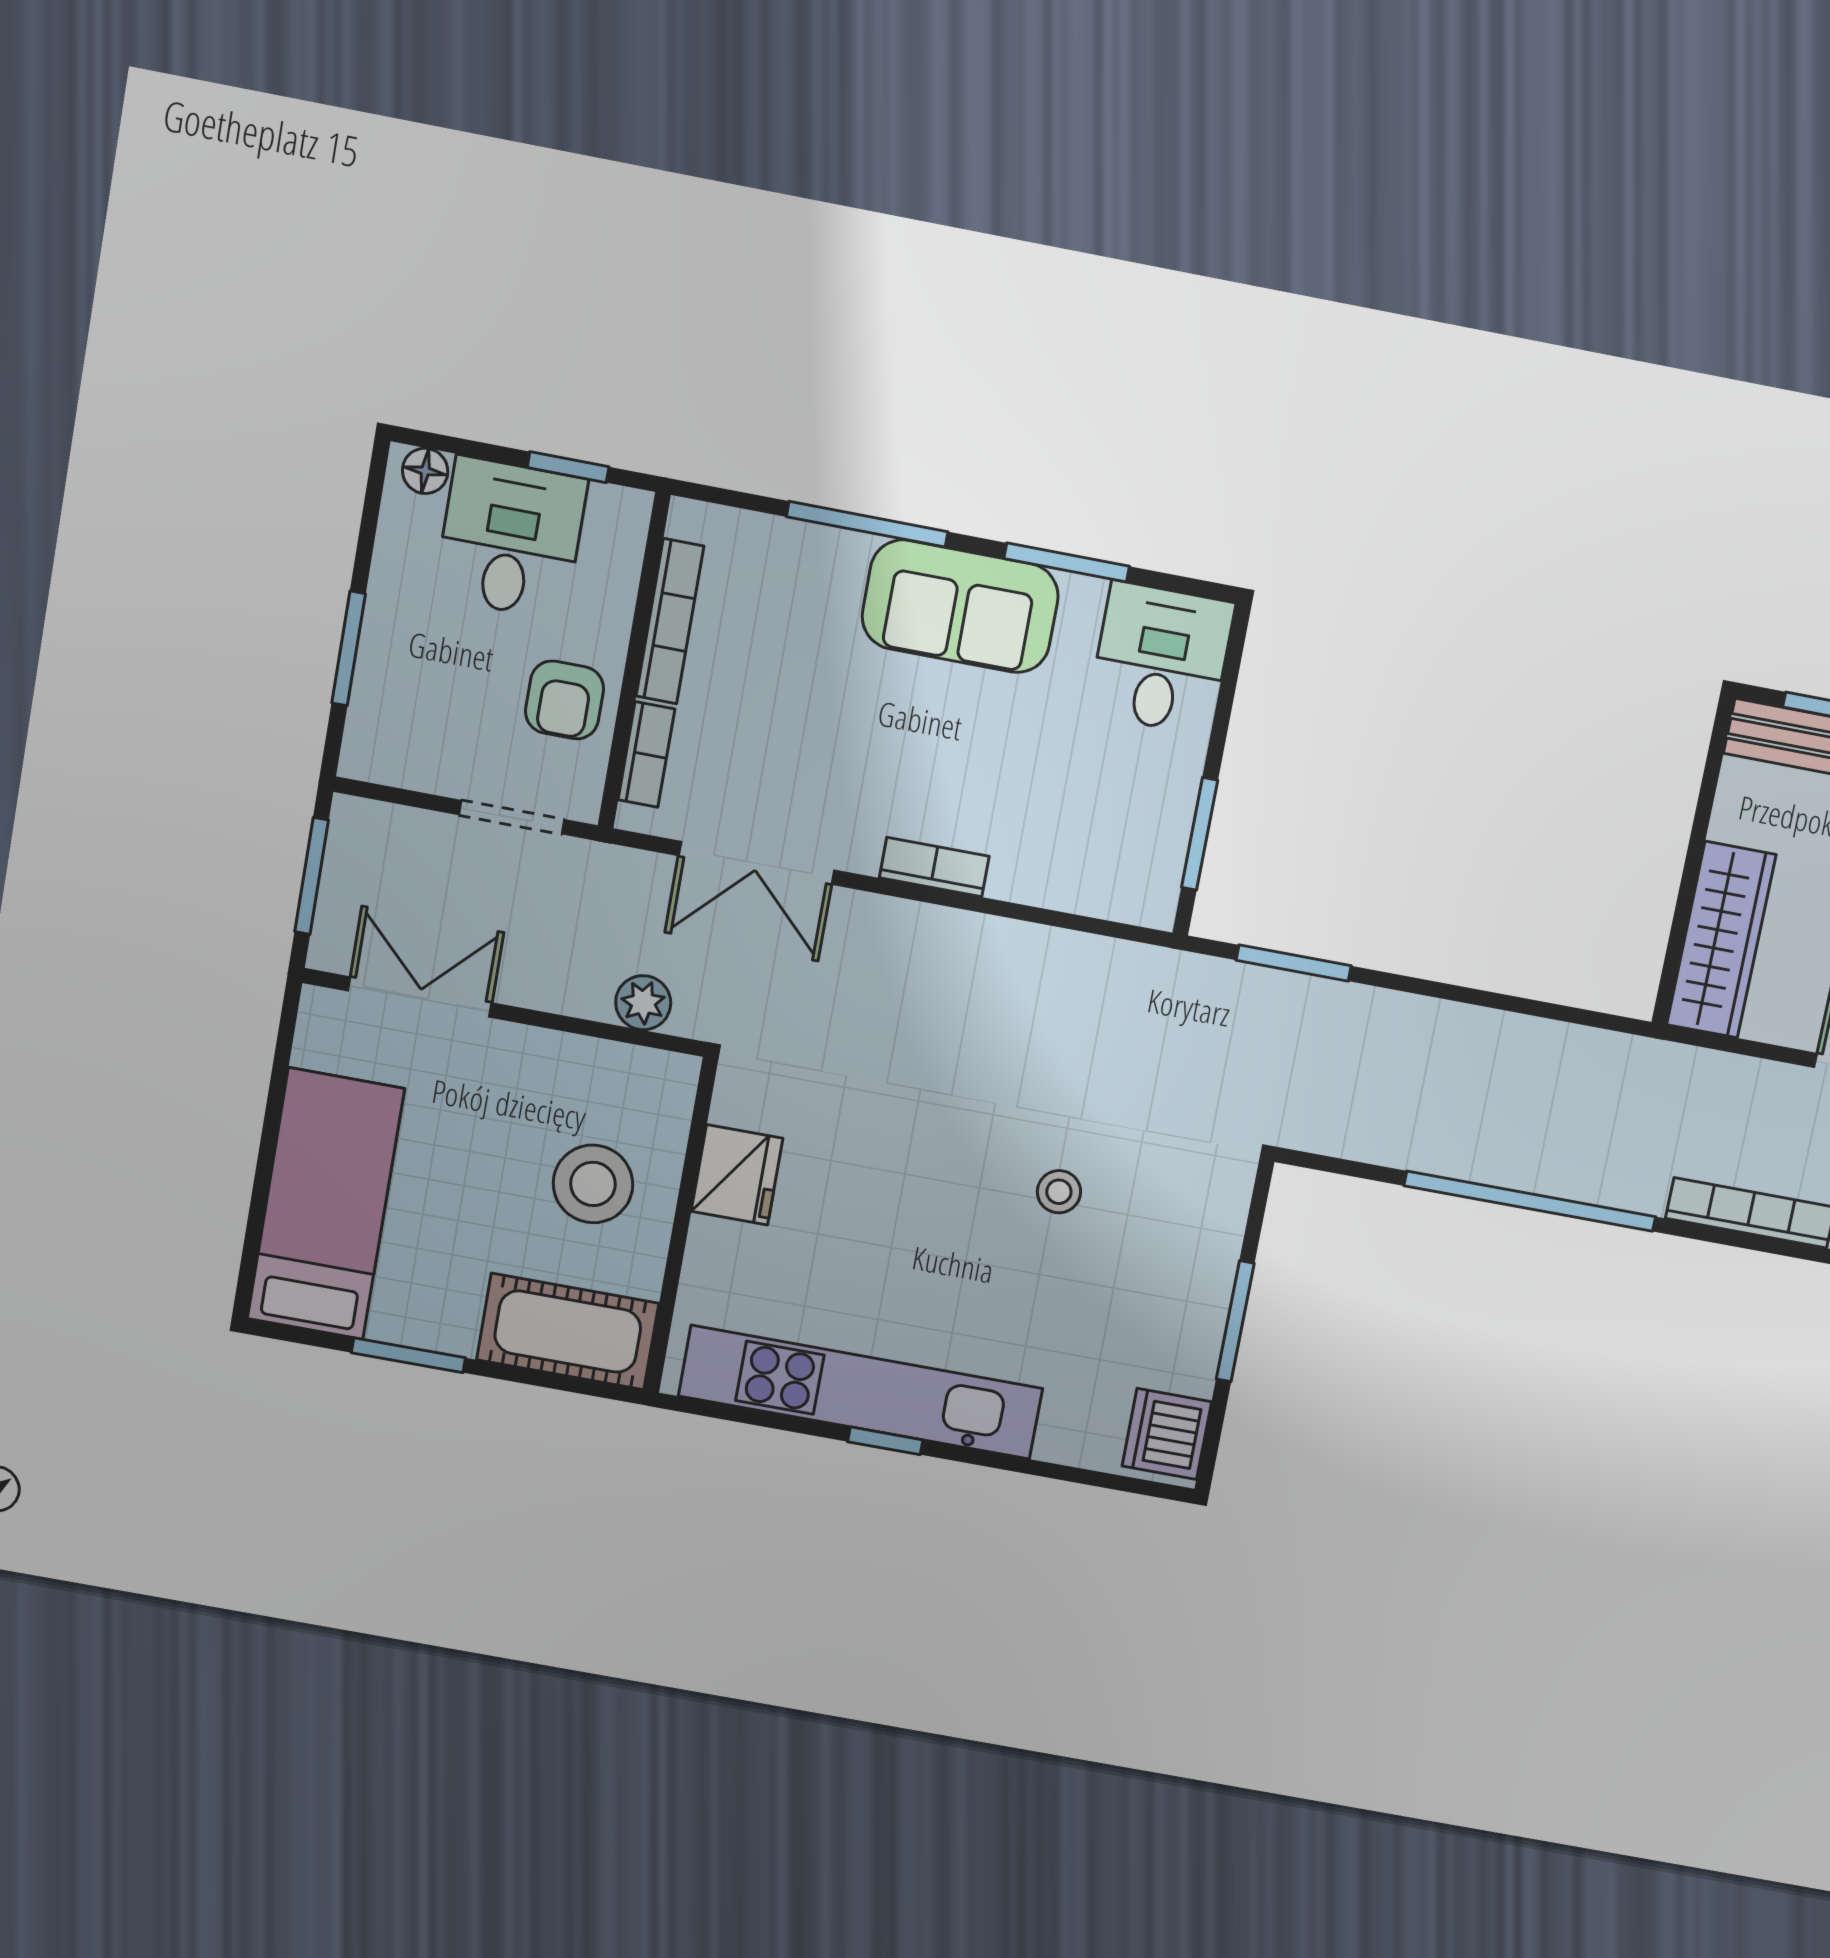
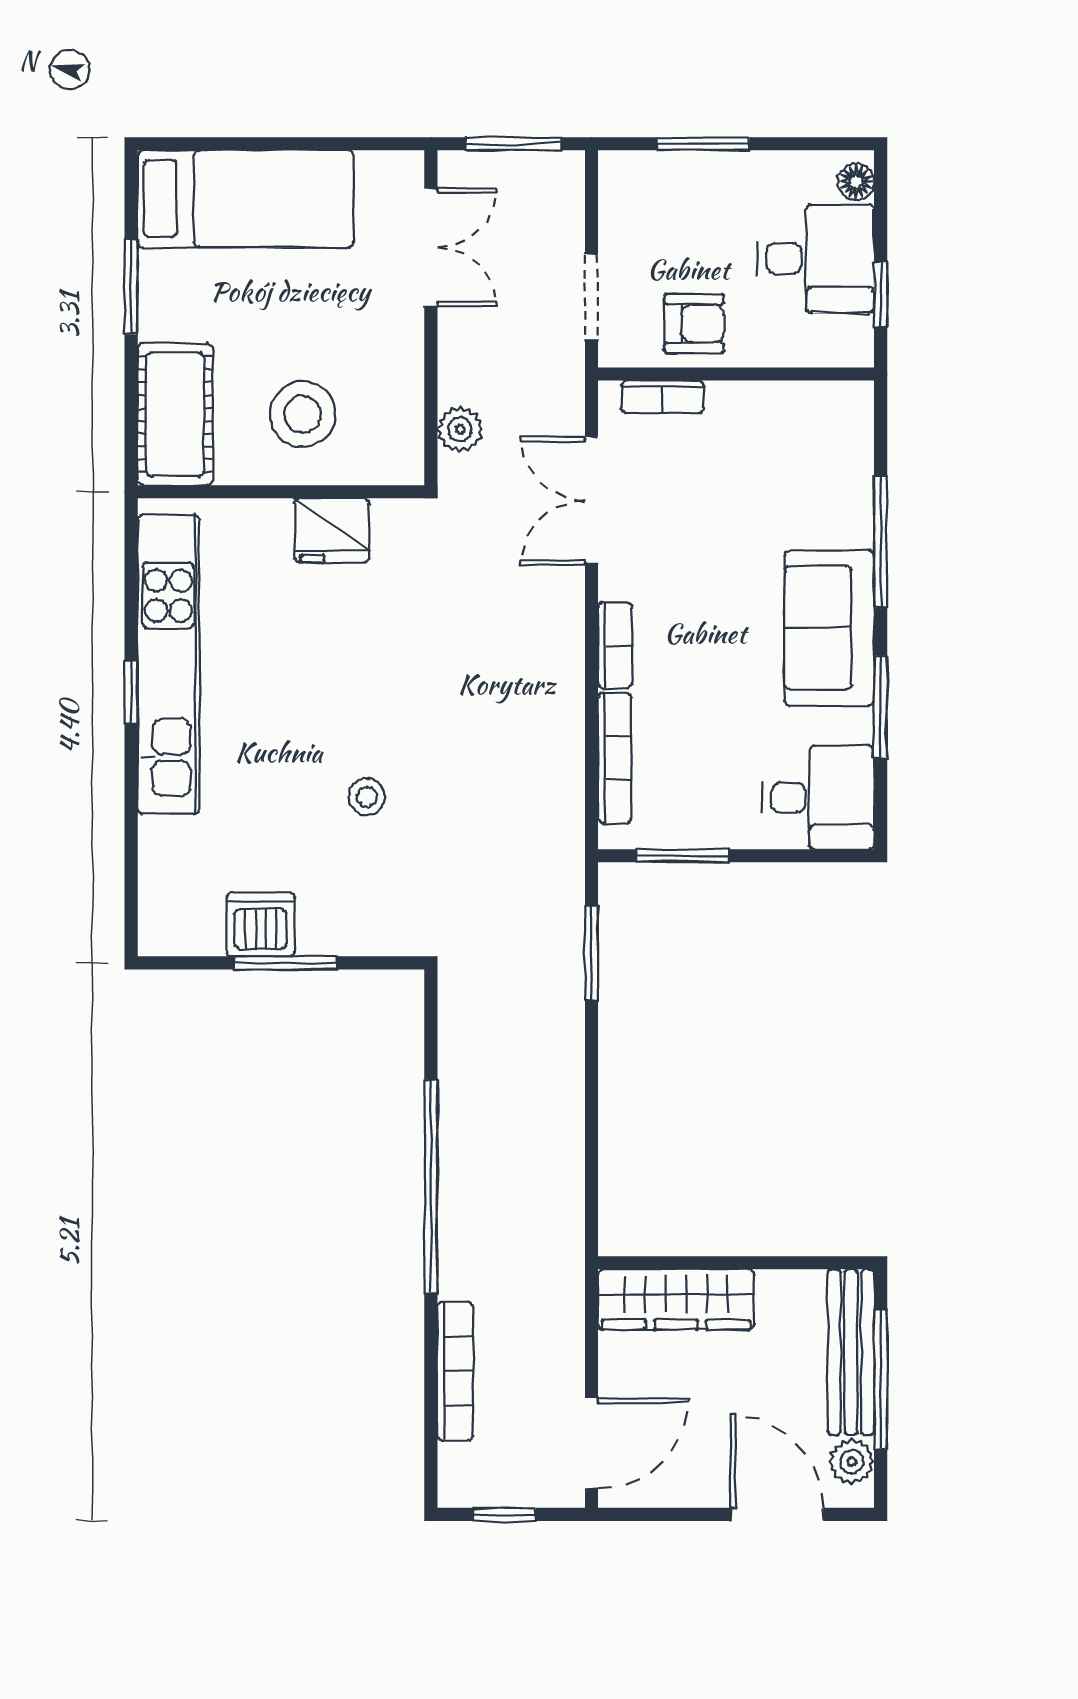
bookcase: (670, 621) -> (615, 758), moved, turned -90
armchair: (565, 700) -> (694, 323), turned 180
dishwasher: (1167, 1434) -> (261, 925), moved

